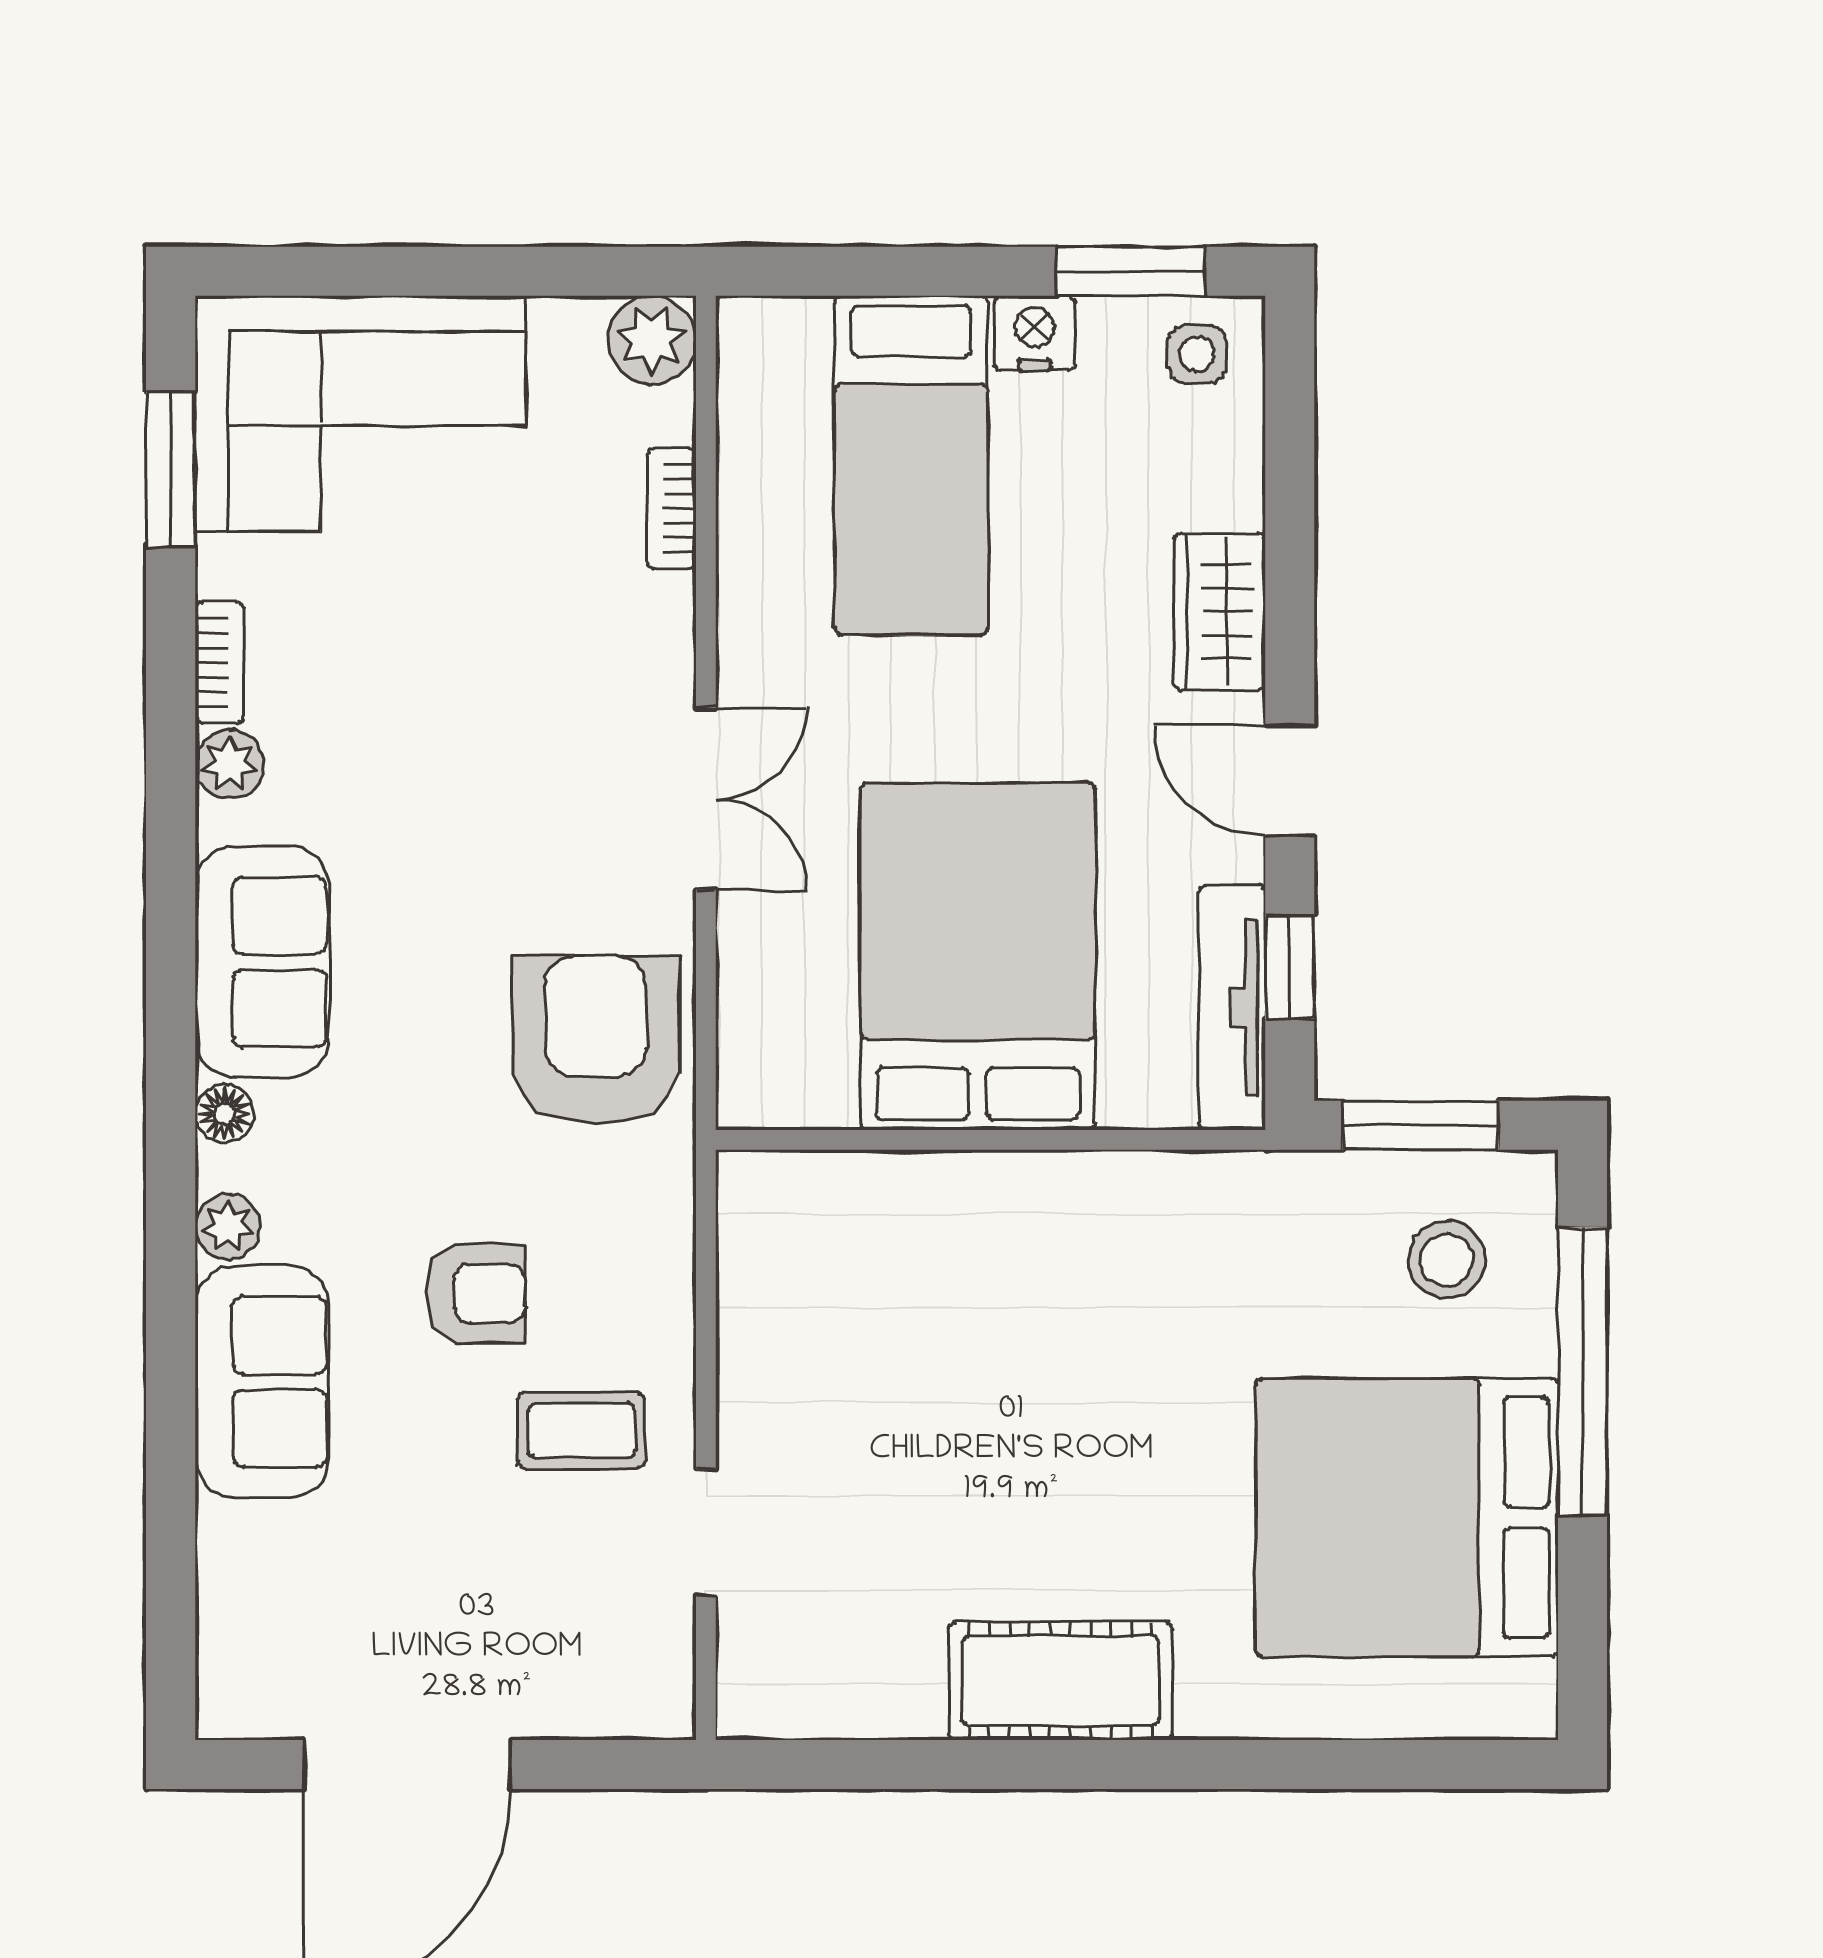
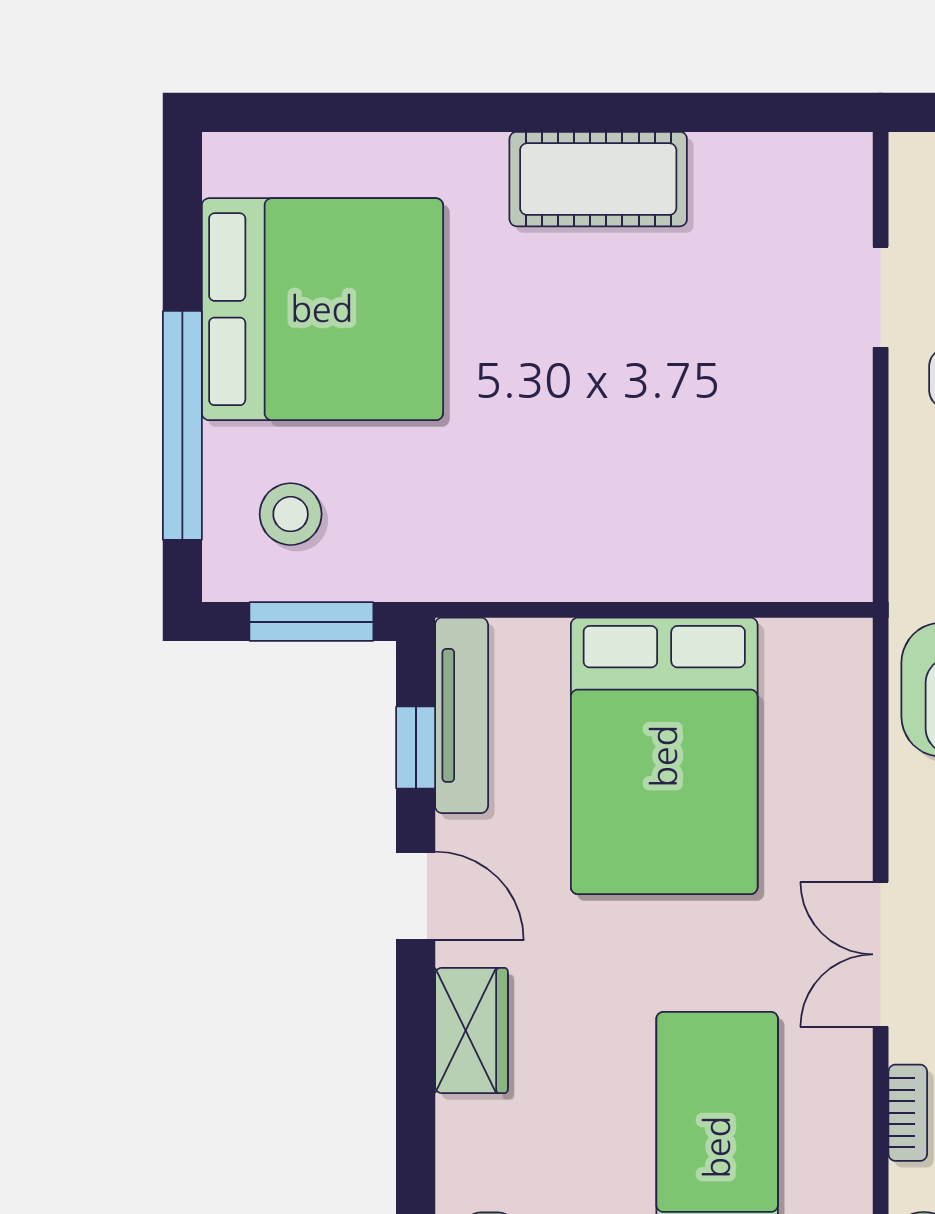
double door: (706, 799) -> (881, 954), moved

